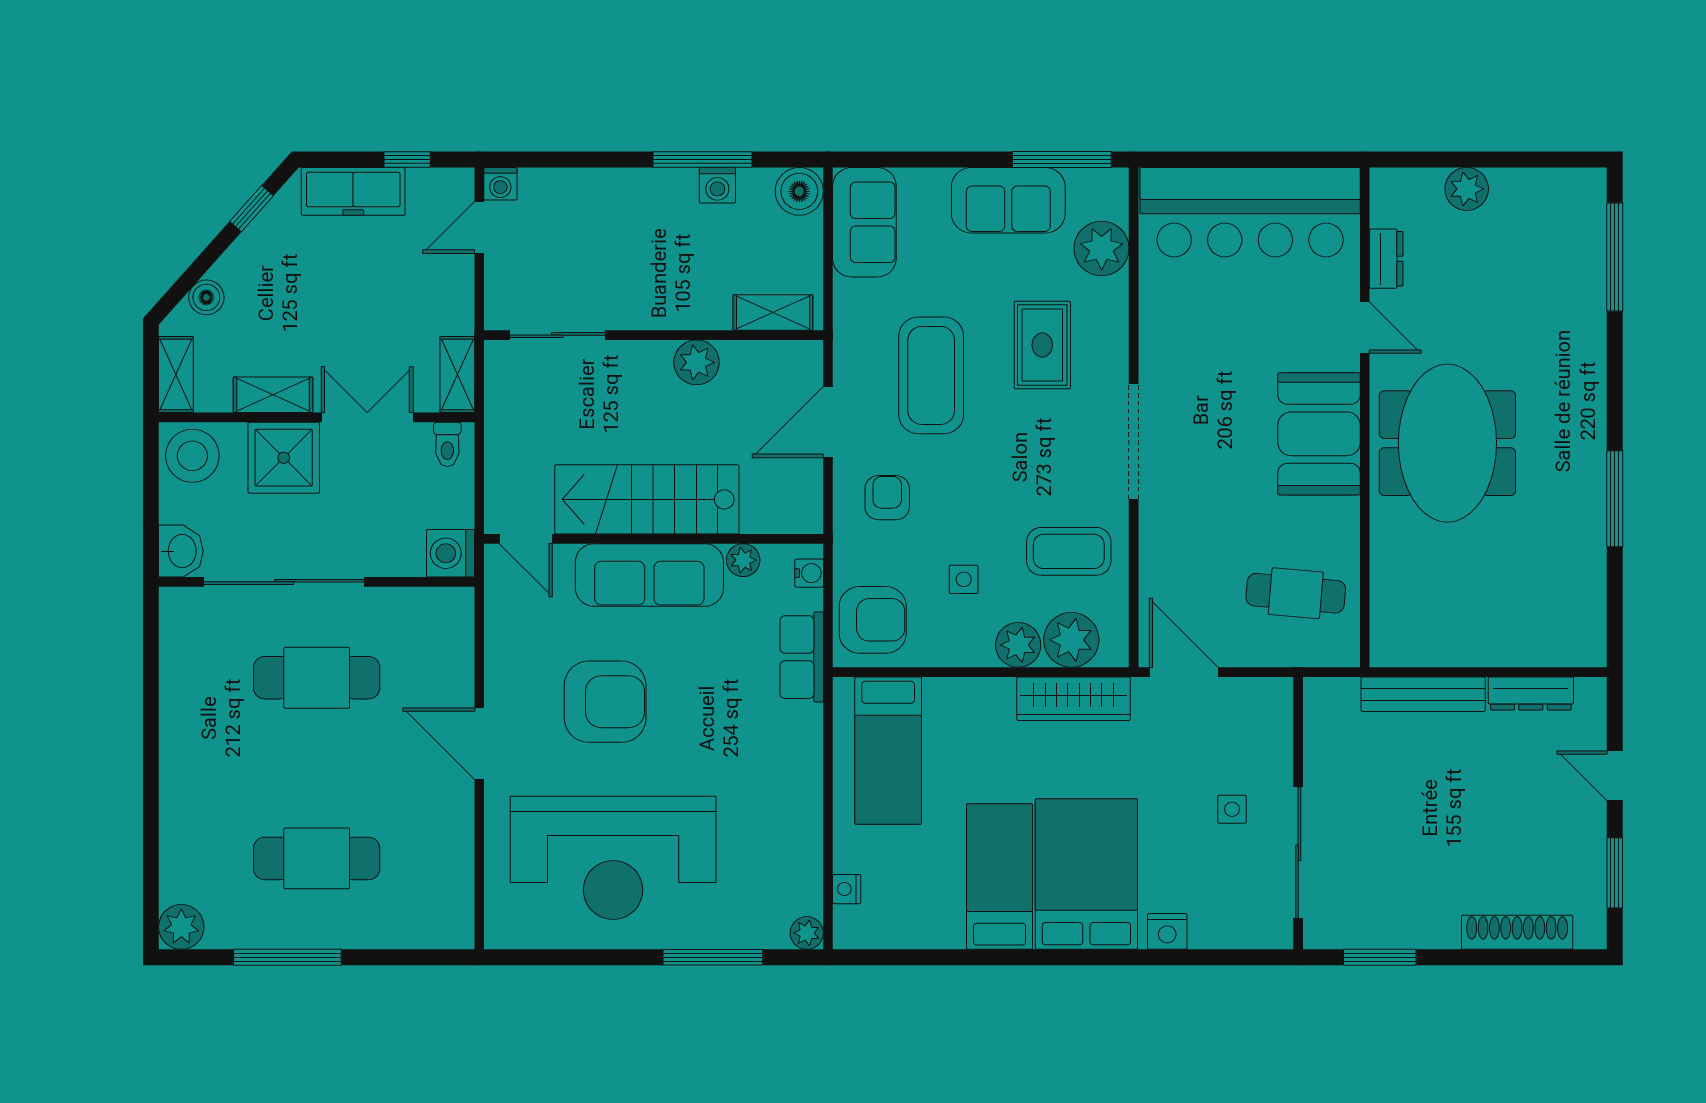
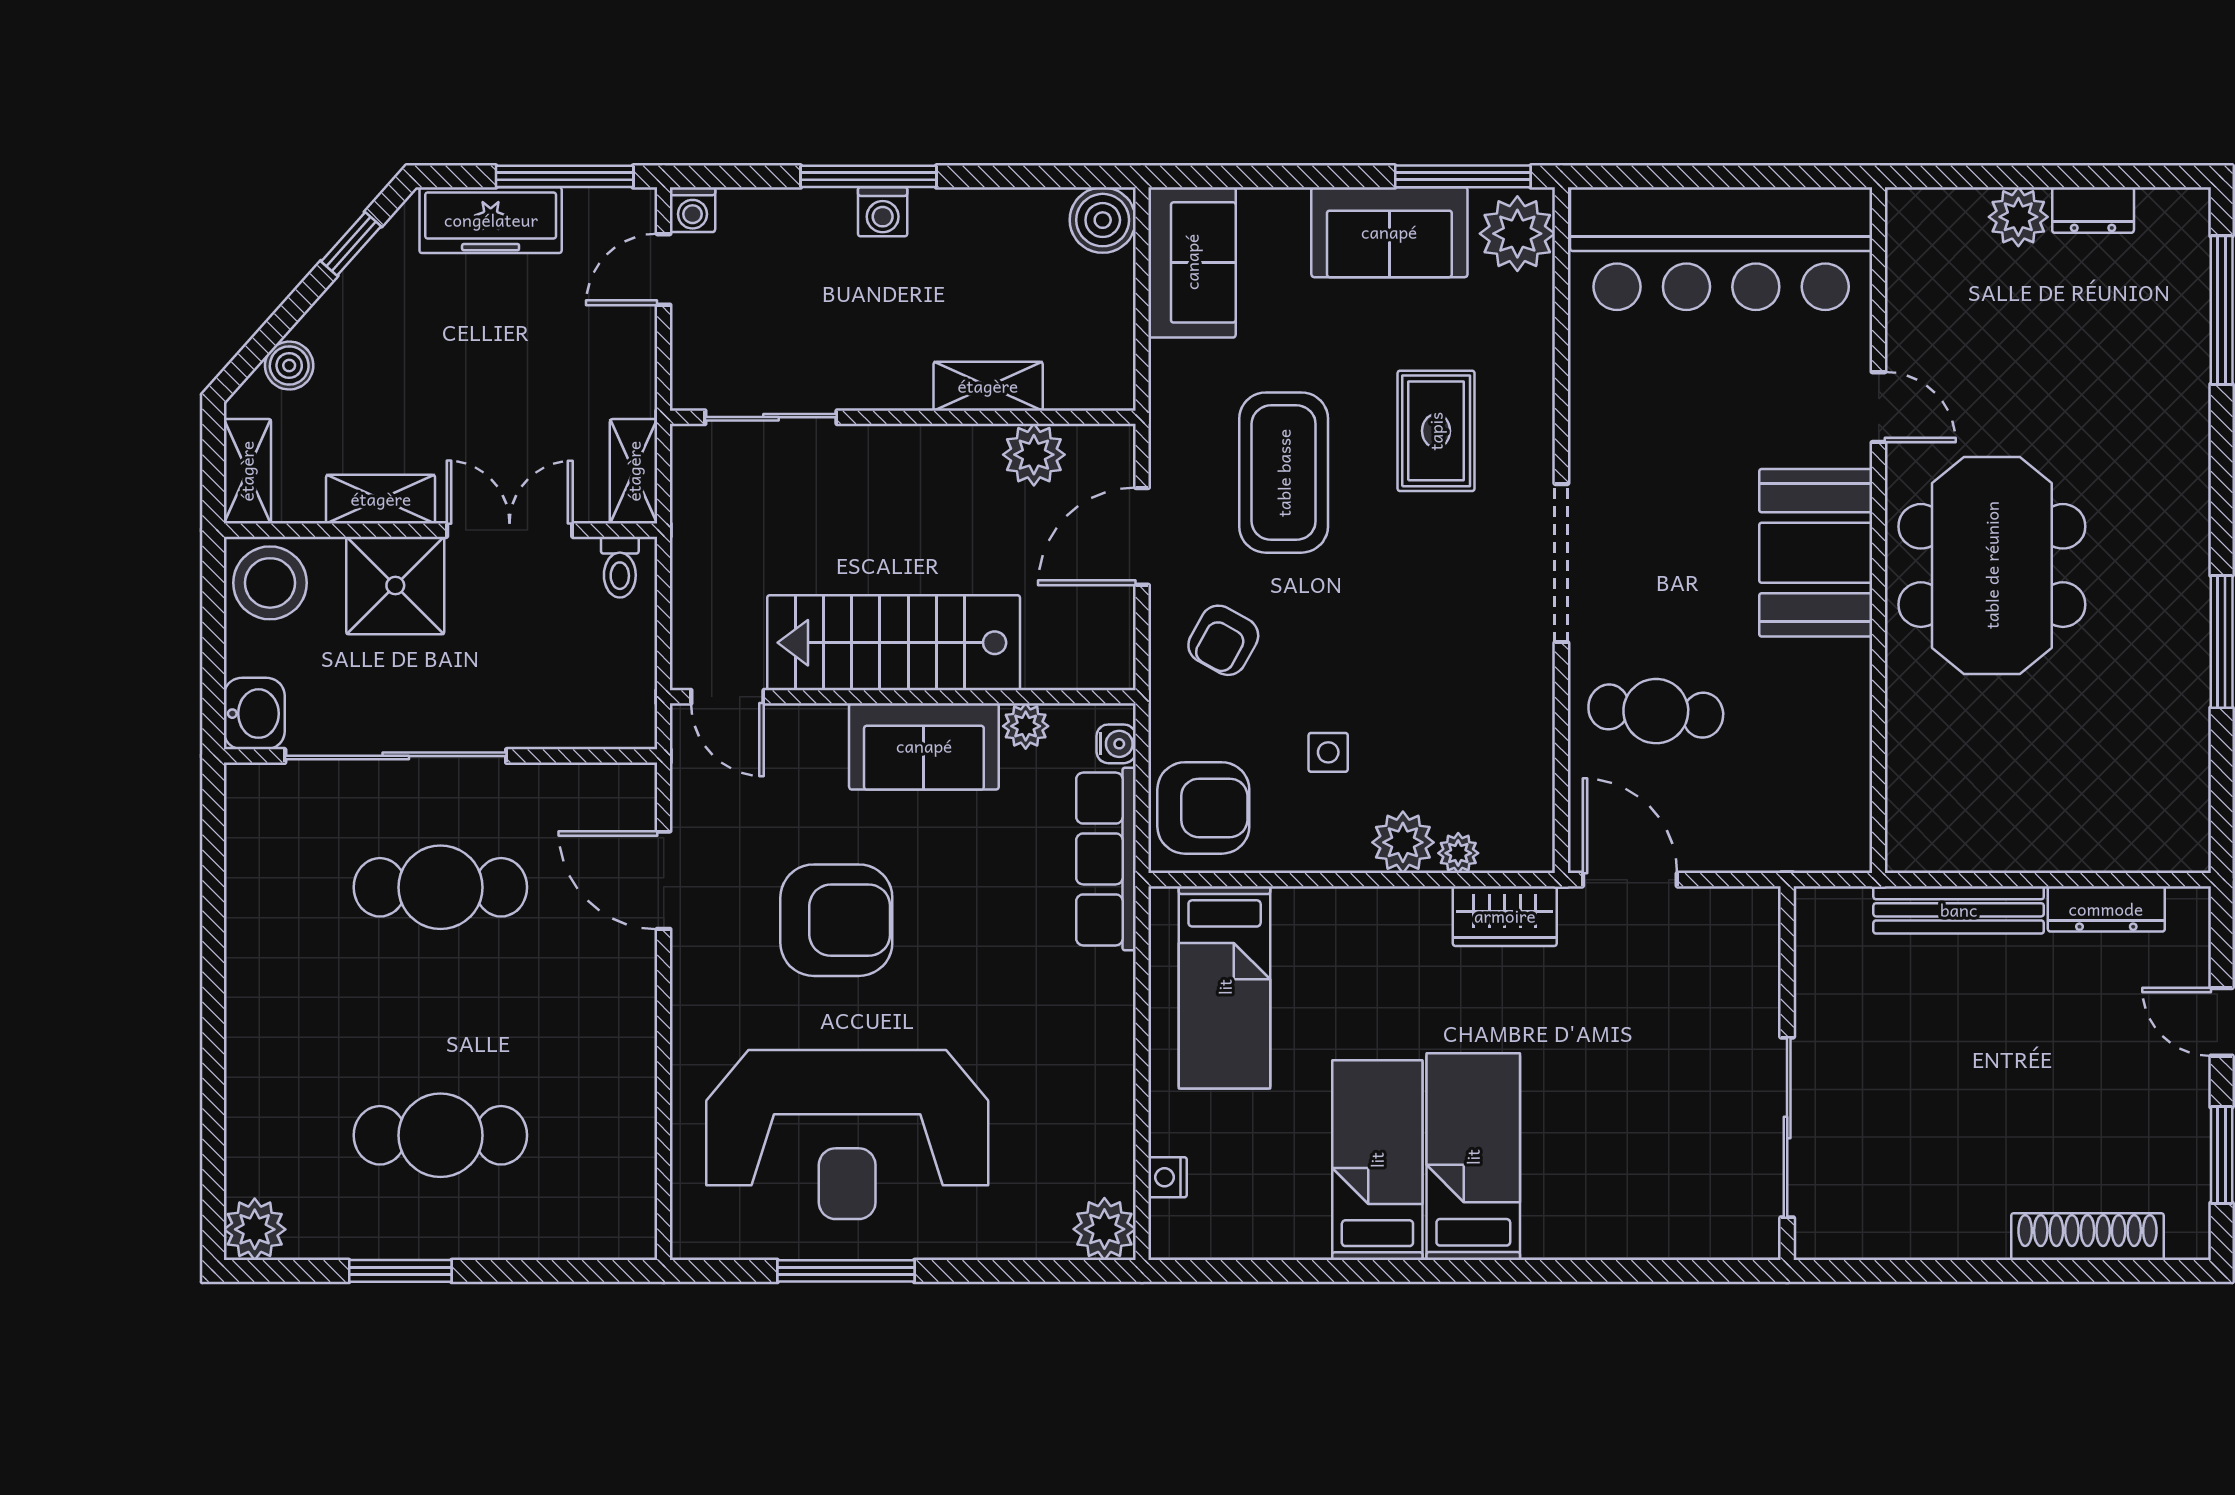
window: (407, 160) -> (565, 176), width x2.17
window: (703, 160) -> (869, 176), moved
washing machine: (717, 185) -> (883, 212), moved
plant: (1102, 248) -> (1517, 234), moved
dresser: (1386, 259) -> (2093, 210), moved, turned 90
shelving: (773, 313) -> (988, 386), moved
plant: (697, 362) -> (1034, 455), moved
armchair: (887, 498) -> (1223, 640), turned -151
coffee table: (1069, 551) -> (1472, 714), removed
washing machine: (451, 553) -> (624, 717), removed
sofa: (649, 575) -> (924, 746), width x0.73
cafe table: (1296, 593) -> (1656, 711), moved
plant: (1071, 640) -> (1458, 853), width x0.53, depth x0.53
row of seats: (802, 657) -> (1106, 859), width x1.48
wardrobe: (1073, 699) -> (1505, 916), width x0.67
door: (479, 744) -> (664, 880), moved
side table: (1232, 809) -> (1696, 1068), removed
bed: (1086, 874) -> (1473, 1157), width x0.67
nightstand: (1167, 931) -> (1607, 1235), removed
plant: (807, 933) -> (1104, 1229), width x1.38, depth x1.38
window: (287, 957) -> (400, 1271), width x0.69
window: (713, 957) -> (846, 1271), moved
window: (1380, 957) -> (1899, 1271), removed

